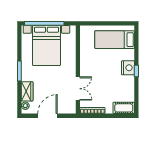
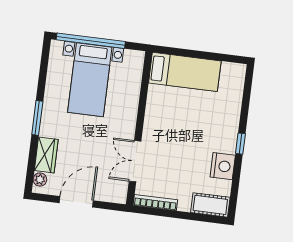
bed: (115, 40) -> (185, 72), moved, turned 180
bed with nightstands: (46, 46) -> (90, 80), width x0.73
nightstand: (128, 68) -> (223, 166), moved
double door: (78, 89) -> (135, 161), swing flipped

